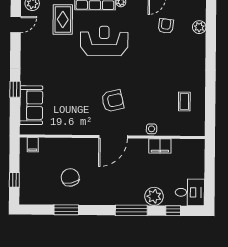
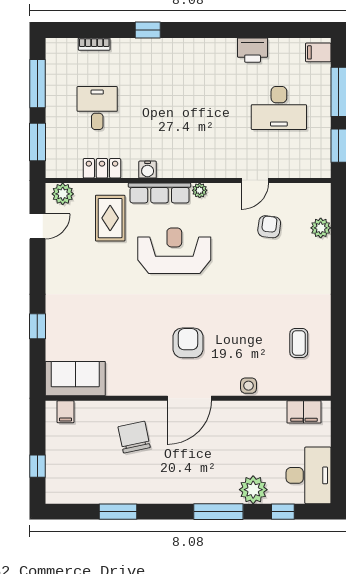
armchair: (113, 101) -> (188, 343), turned -77
sofa: (31, 105) -> (75, 379), moved, turned -90
filing cabinet: (160, 146) -> (304, 412), moved
chair: (70, 177) -> (134, 437), moved
desk: (190, 192) -> (309, 475), width x1.37

